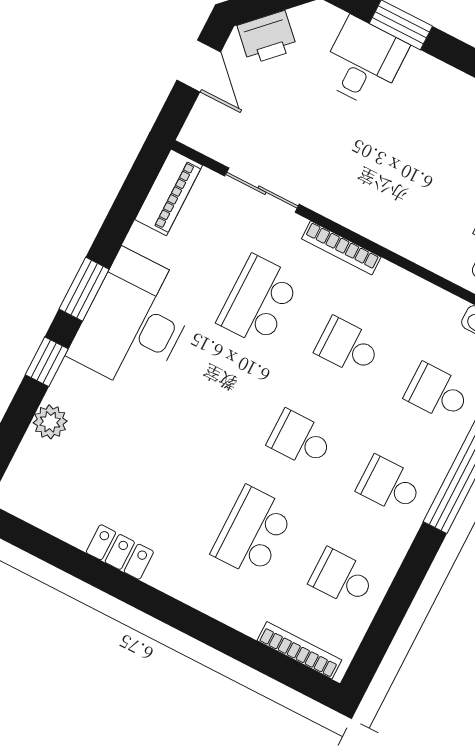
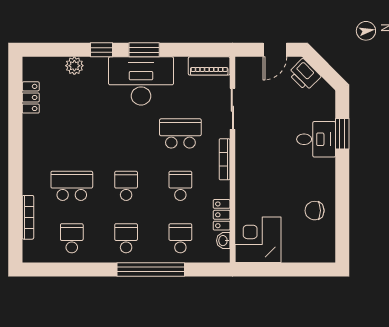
desk: (363, 62) -> (316, 139), moved
locker: (433, 302) -> (222, 215), added
locker: (120, 552) -> (31, 97), moved
bookcase: (299, 650) -> (28, 217), moved

